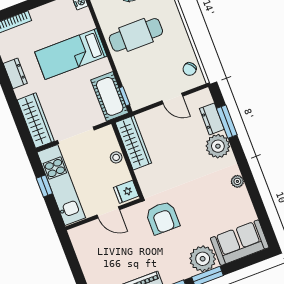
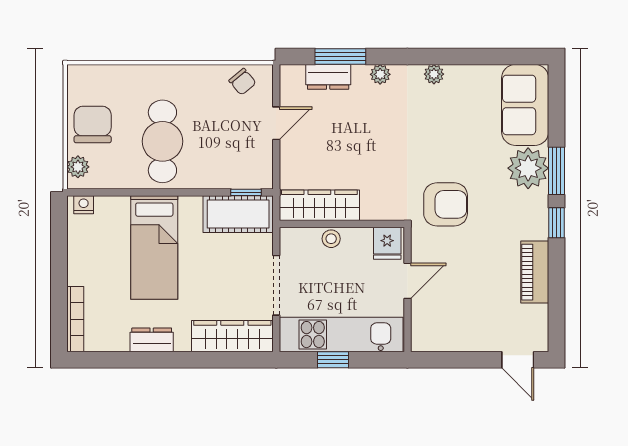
plant: (218, 146) -> (380, 74), width x0.53, depth x0.53

